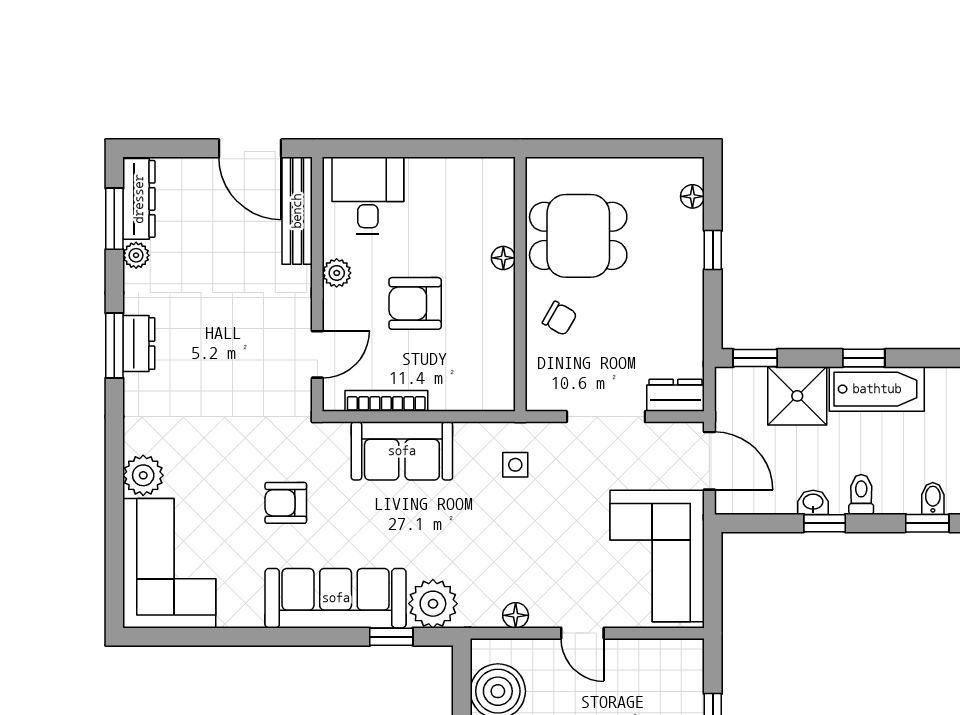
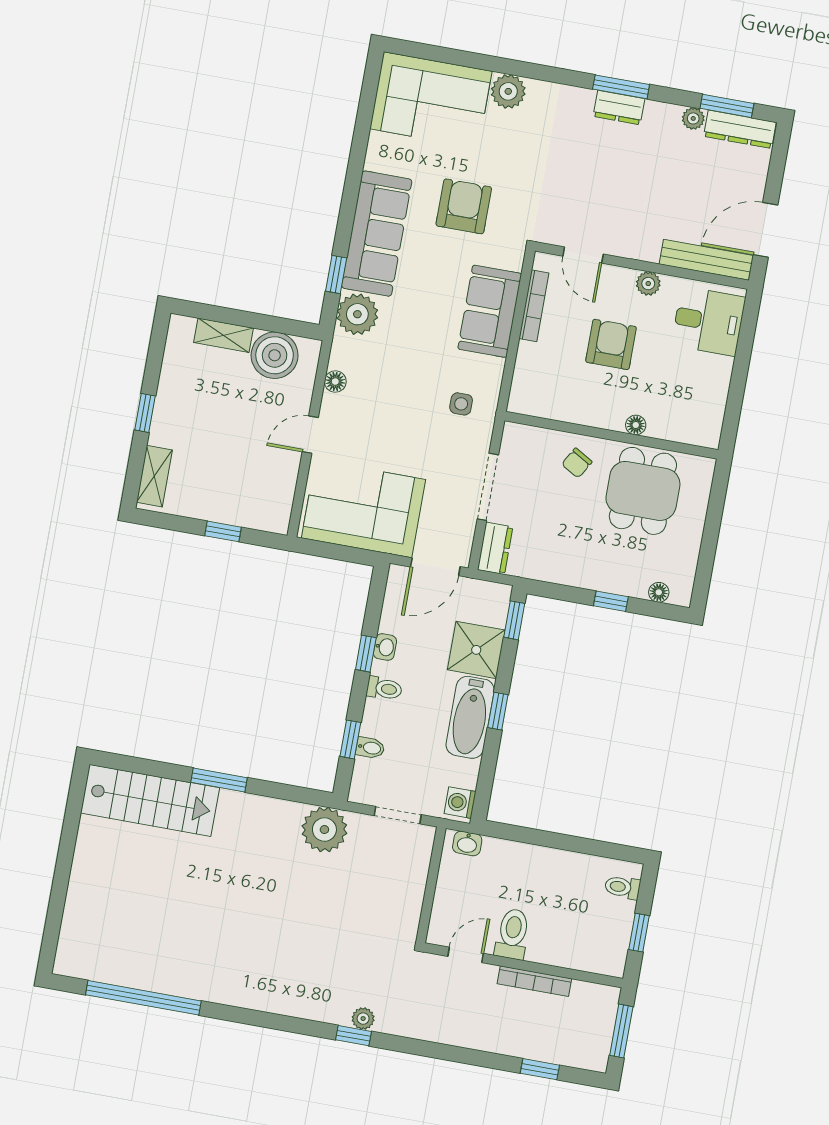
armchair: (286, 503) -> (464, 206), width x1.38, depth x1.38

